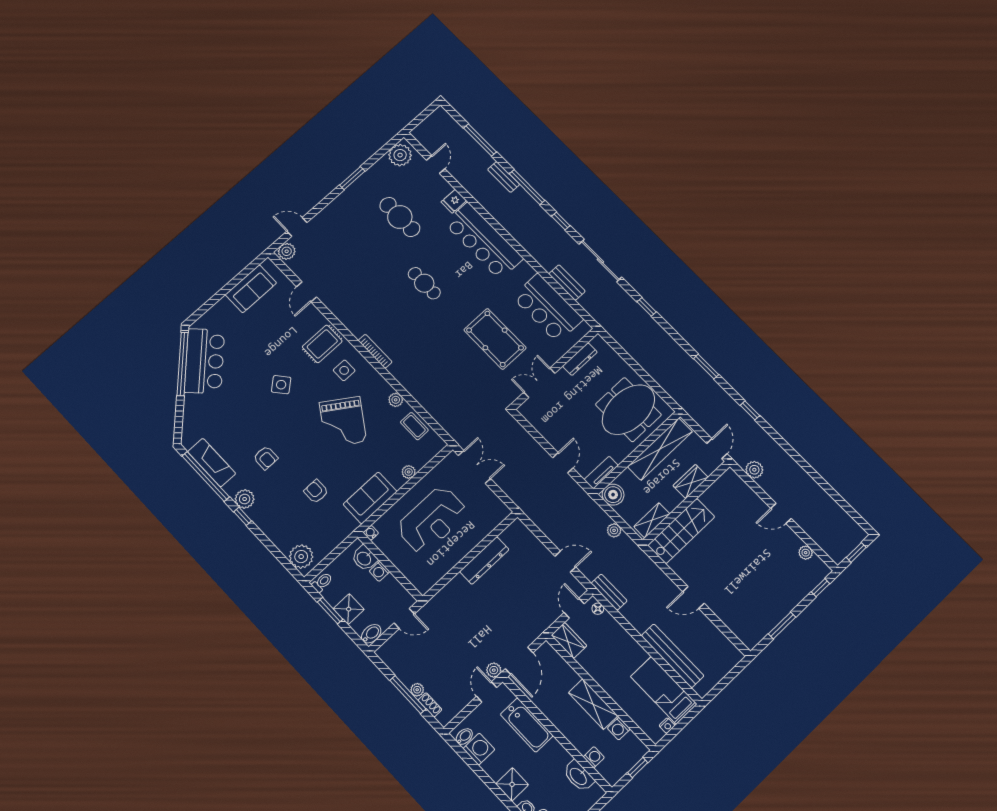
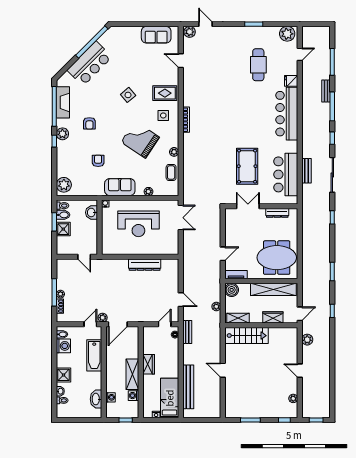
cafe table: (424, 283) -> (239, 108), removed
door: (306, 292) -> (181, 61), hinge flipped
bar counter: (204, 361) -> (90, 64), moved
grand piano: (343, 422) -> (140, 140), turned 90
washing machine: (379, 571) -> (93, 225), removed
bidet: (371, 634) -> (63, 215), moved
wardrobe: (569, 640) -> (149, 364), moved

